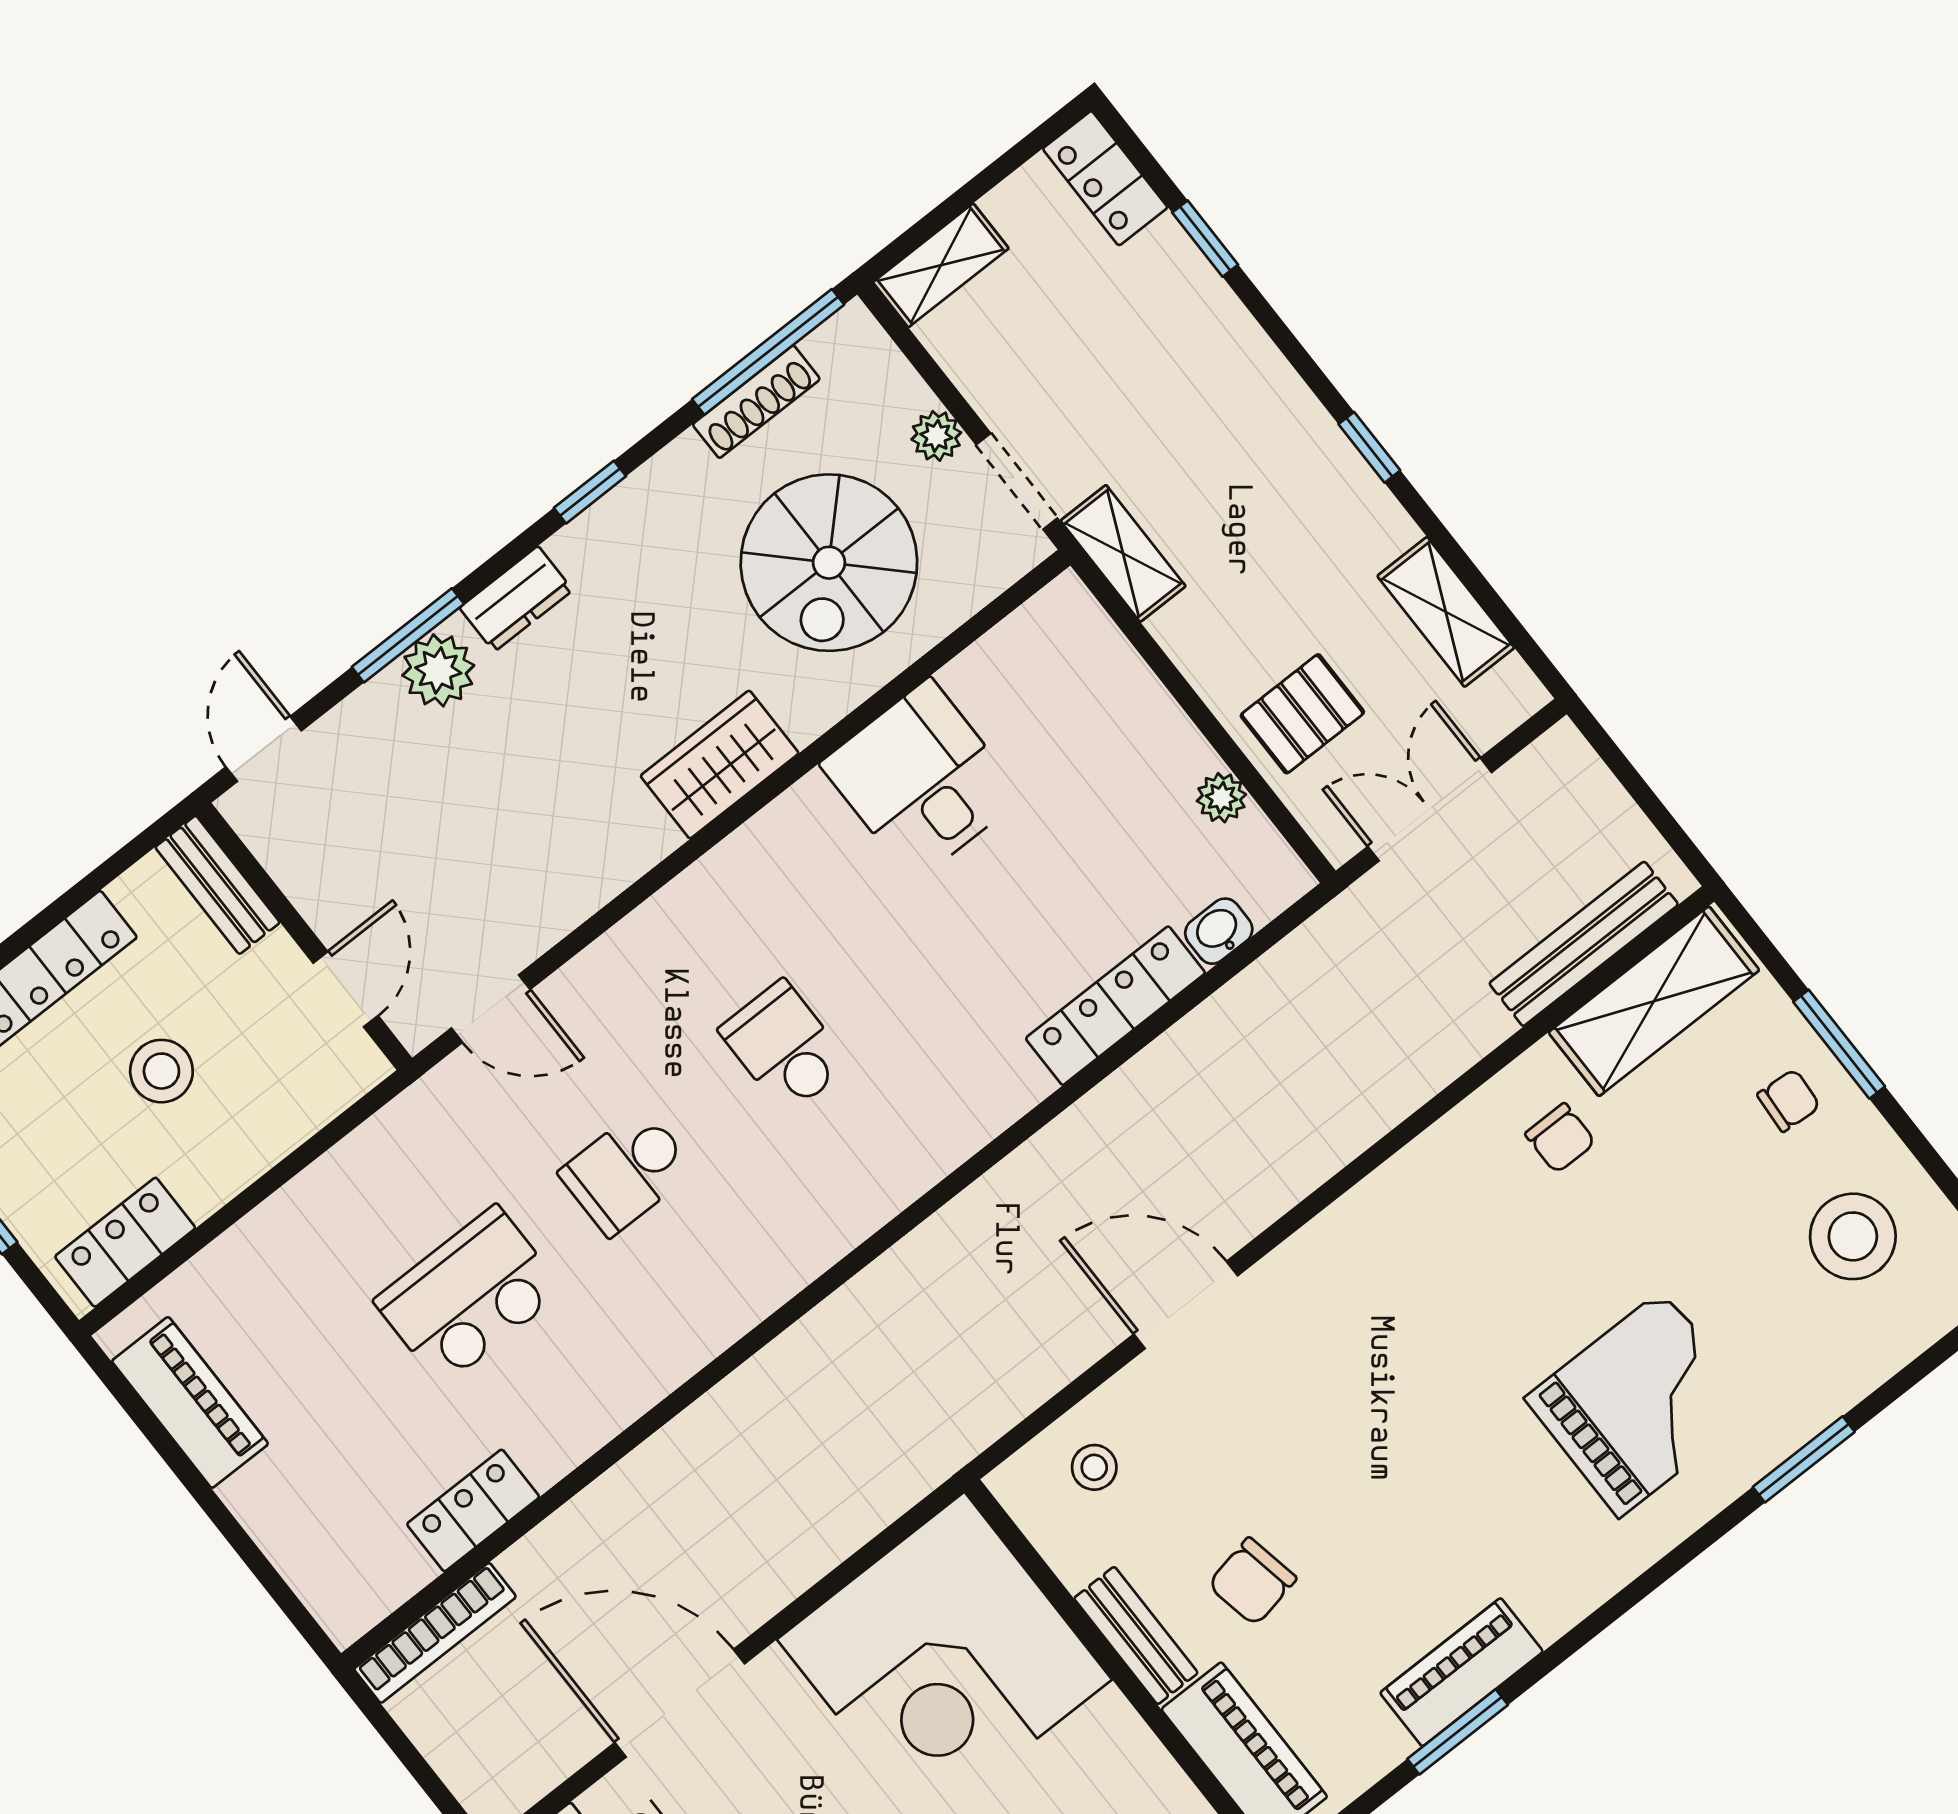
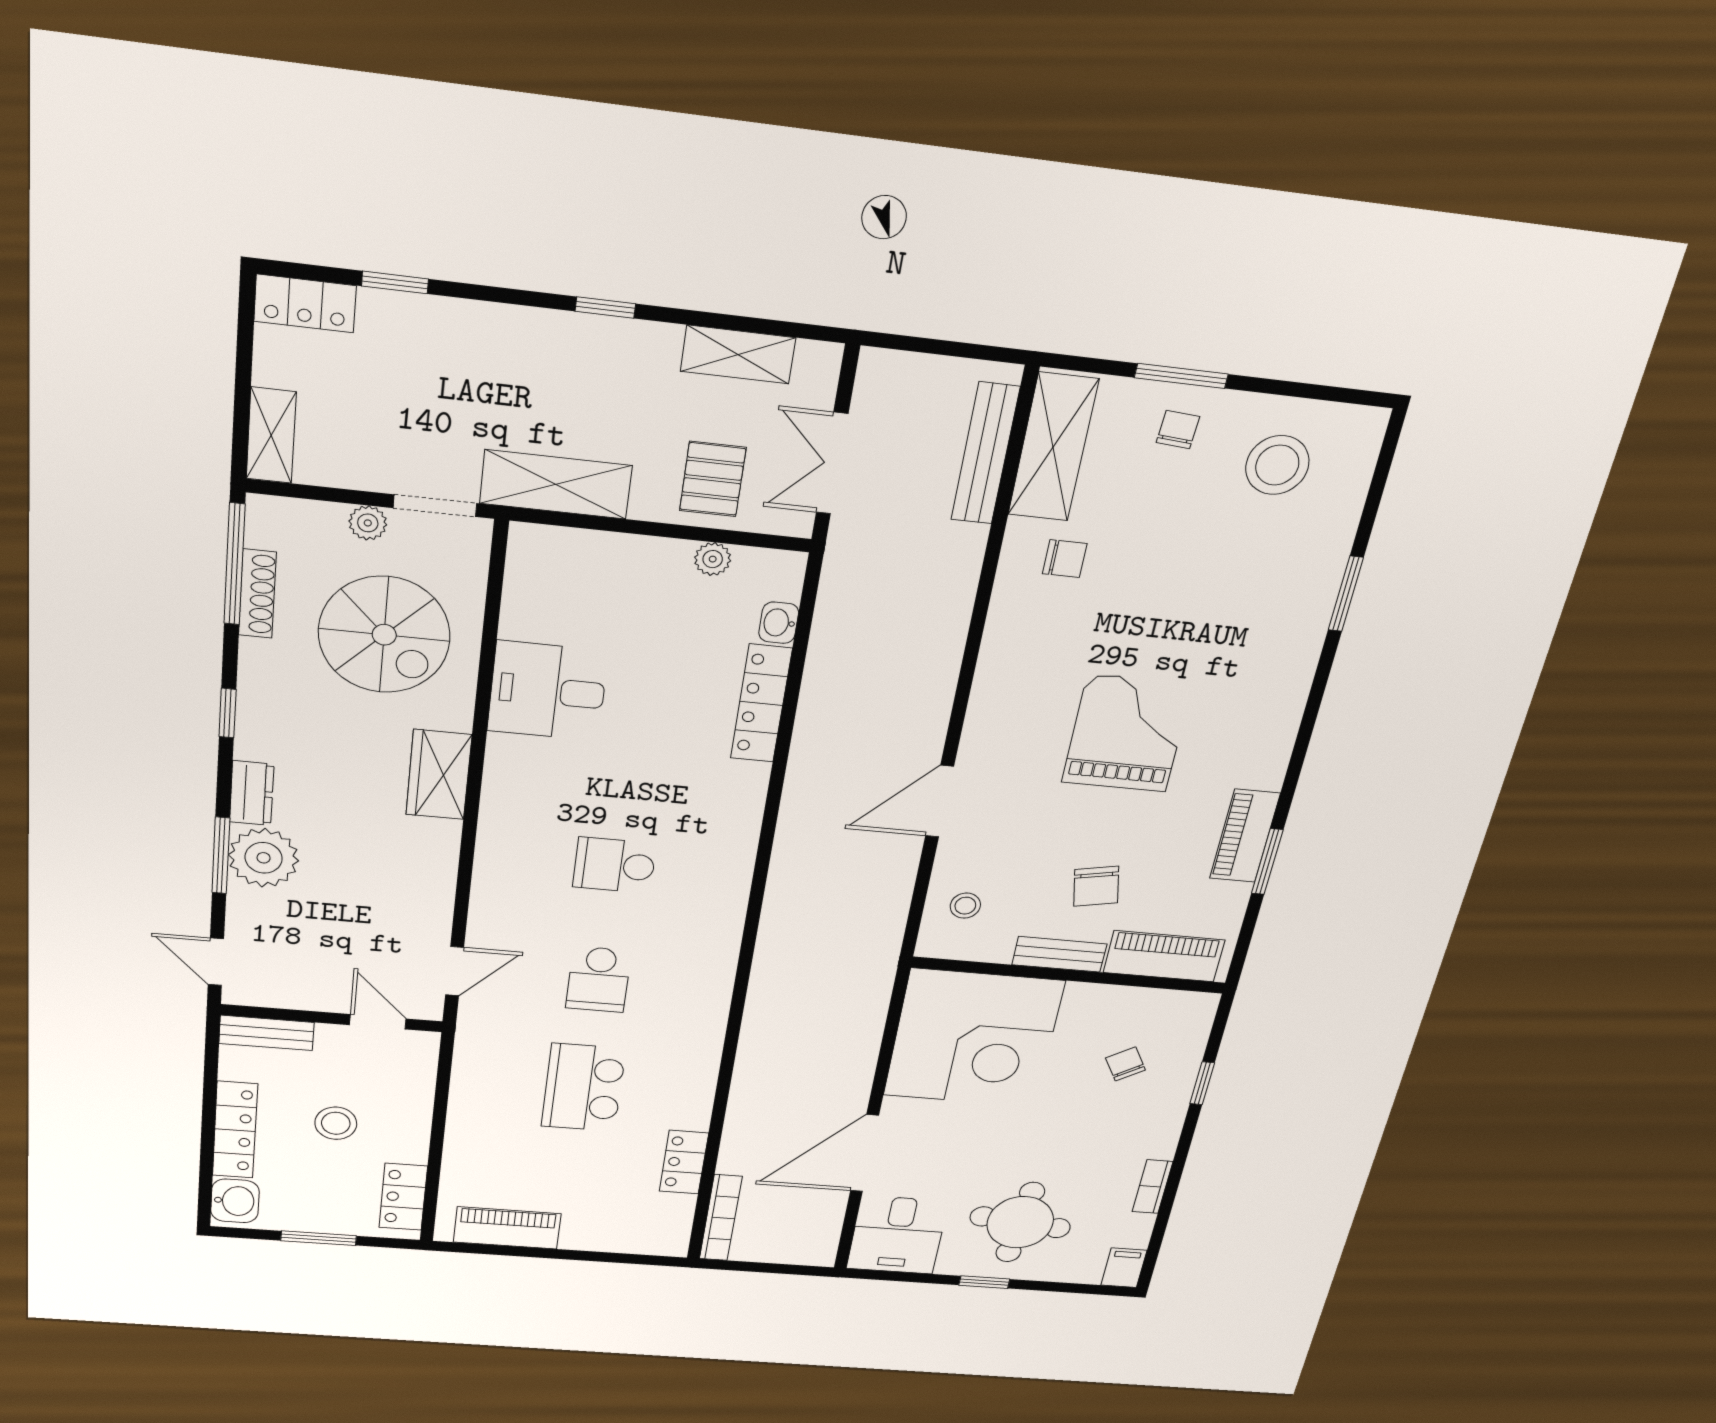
shelving: (1123, 553) -> (556, 484), width x1.50, depth x1.33
plant: (438, 670) -> (264, 858), width x1.36, depth x1.36
grand piano: (1641, 1404) -> (1127, 733), moved

